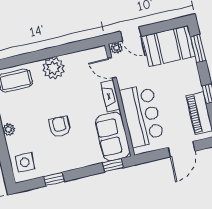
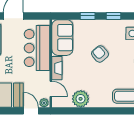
plant: (53, 68) -> (81, 99), moved
armchair: (60, 127) -> (100, 54), turned 139
window: (113, 165) -> (88, 16), moved

